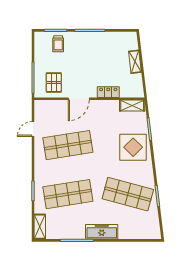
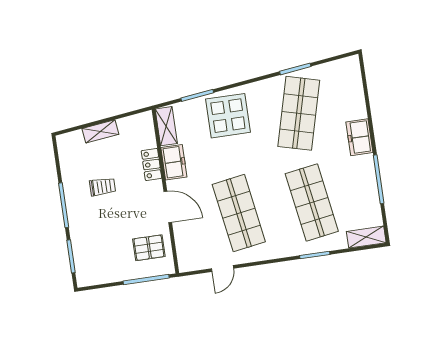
trolley: (58, 44) -> (102, 187), moved
freezer: (108, 107) -> (174, 162), added
door: (33, 129) -> (223, 268), hinge flipped
freezer: (102, 232) -> (359, 137), width x0.71

